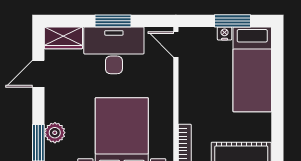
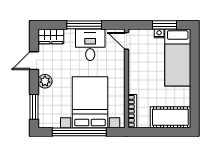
window: (113, 21) -> (84, 25), width x1.44
desk: (114, 50) -> (90, 45), width x0.73
plant: (55, 133) -> (45, 81), moved

